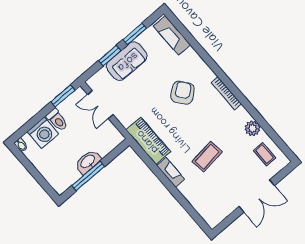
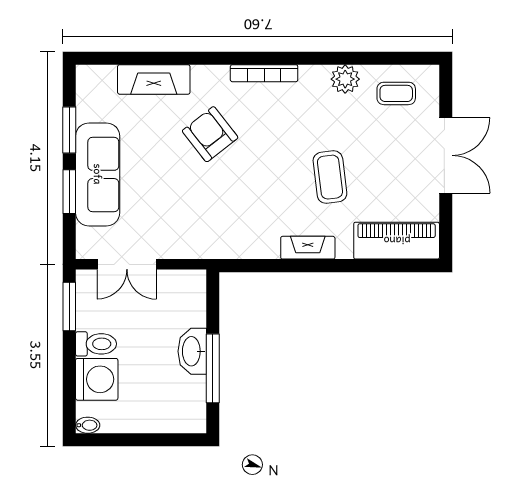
fireplace: (172, 35) -> (154, 79), moved
sofa: (127, 61) -> (98, 174), width x1.36
piano: (148, 141) -> (397, 241), moved

